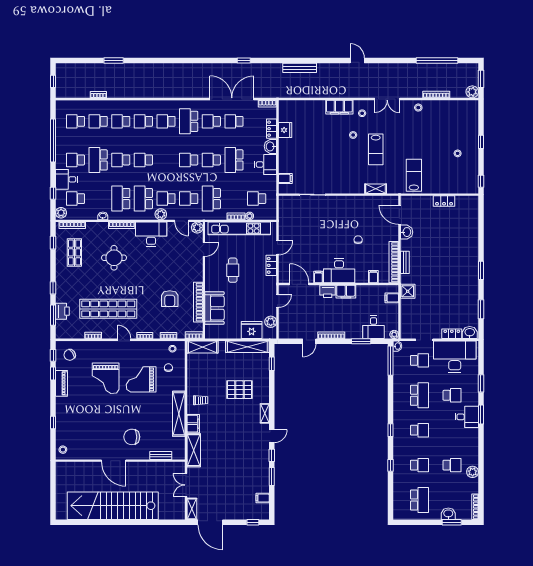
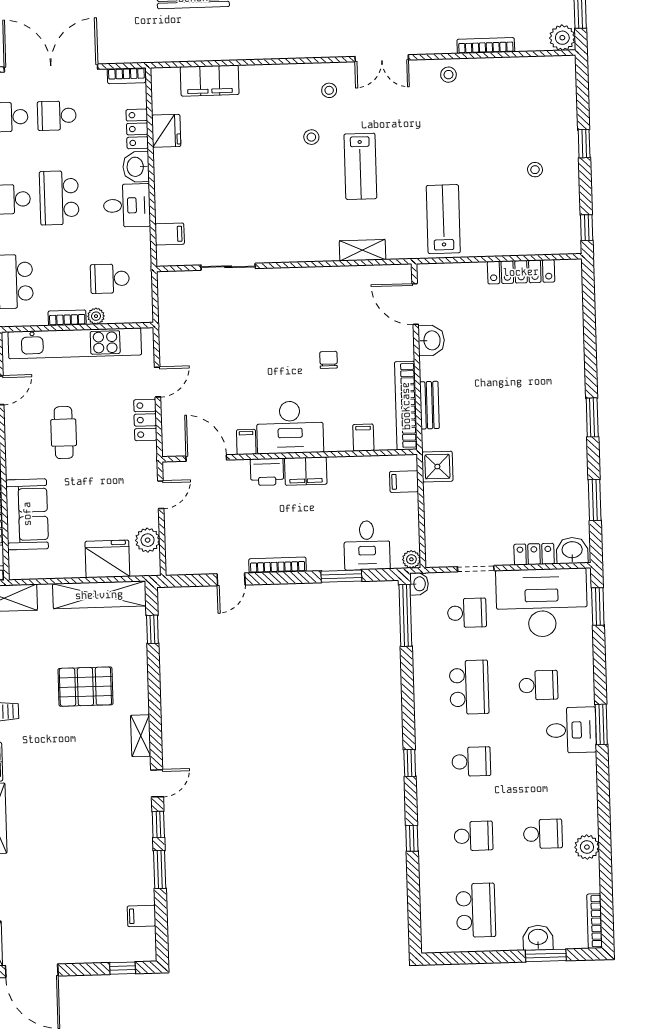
filing cabinet: (339, 107) -> (210, 81), moved
locker: (444, 201) -> (521, 272), width x1.53
window: (481, 383) -> (598, 606), moved

